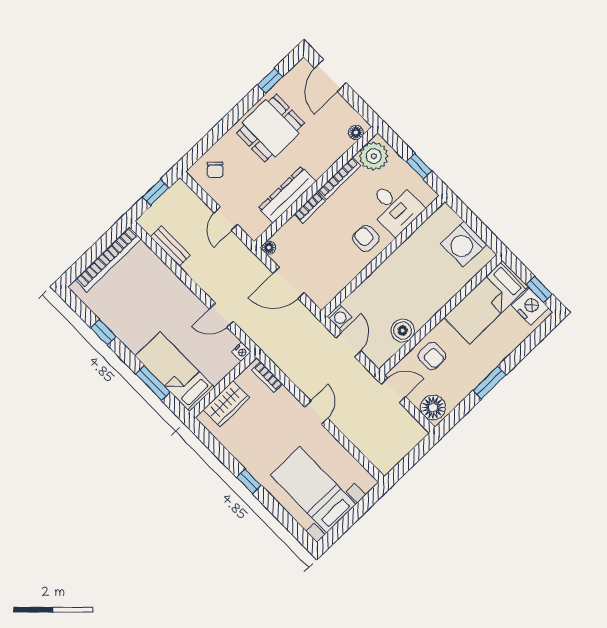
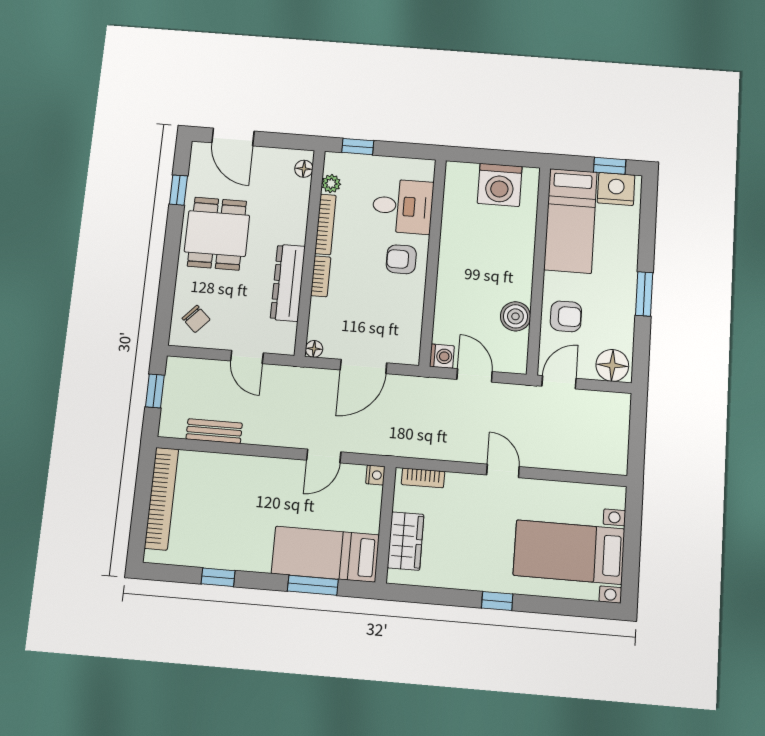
plant: (374, 156) -> (331, 184), width x0.53, depth x0.53
window: (419, 166) -> (358, 147), moved

